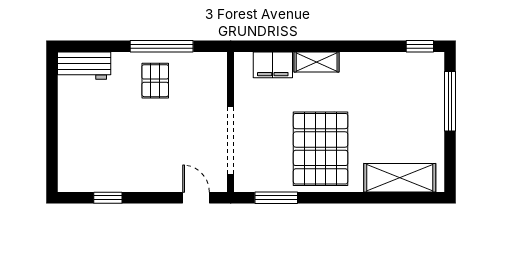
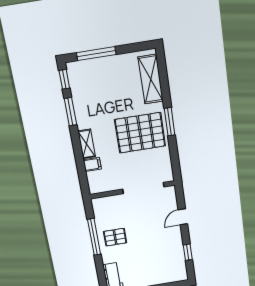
window: (370, 46) -> (70, 112), added
filing cabinet: (273, 65) -> (92, 164), width x0.50
door: (196, 198) -> (183, 217), moved
window: (276, 198) -> (170, 122), moved

